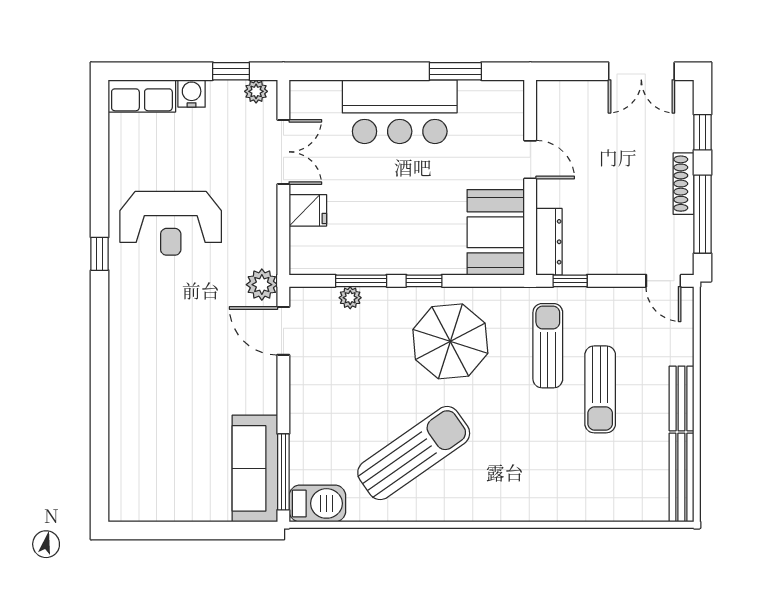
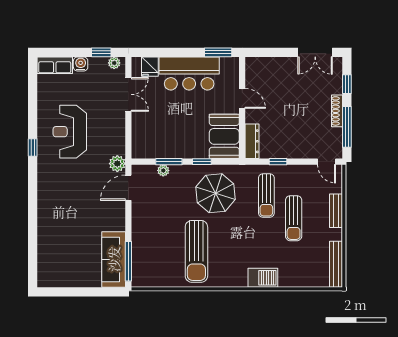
door: (530, 160) -> (242, 98), moved
wall: (530, 177) -> (242, 108), moved
fridge: (308, 210) -> (150, 67), moved, turned 90
reception desk: (171, 223) -> (70, 132), turned 90
booth: (496, 232) -> (224, 136), moved
dresser: (549, 242) -> (252, 141), moved
door: (283, 331) -> (128, 188), hinge flipped
sun lounger: (548, 346) -> (266, 195), turned 180
bench: (682, 398) -> (336, 211), moved
sun lounger: (414, 453) -> (196, 251), turned 125
barbecue: (317, 503) -> (263, 278), moved

